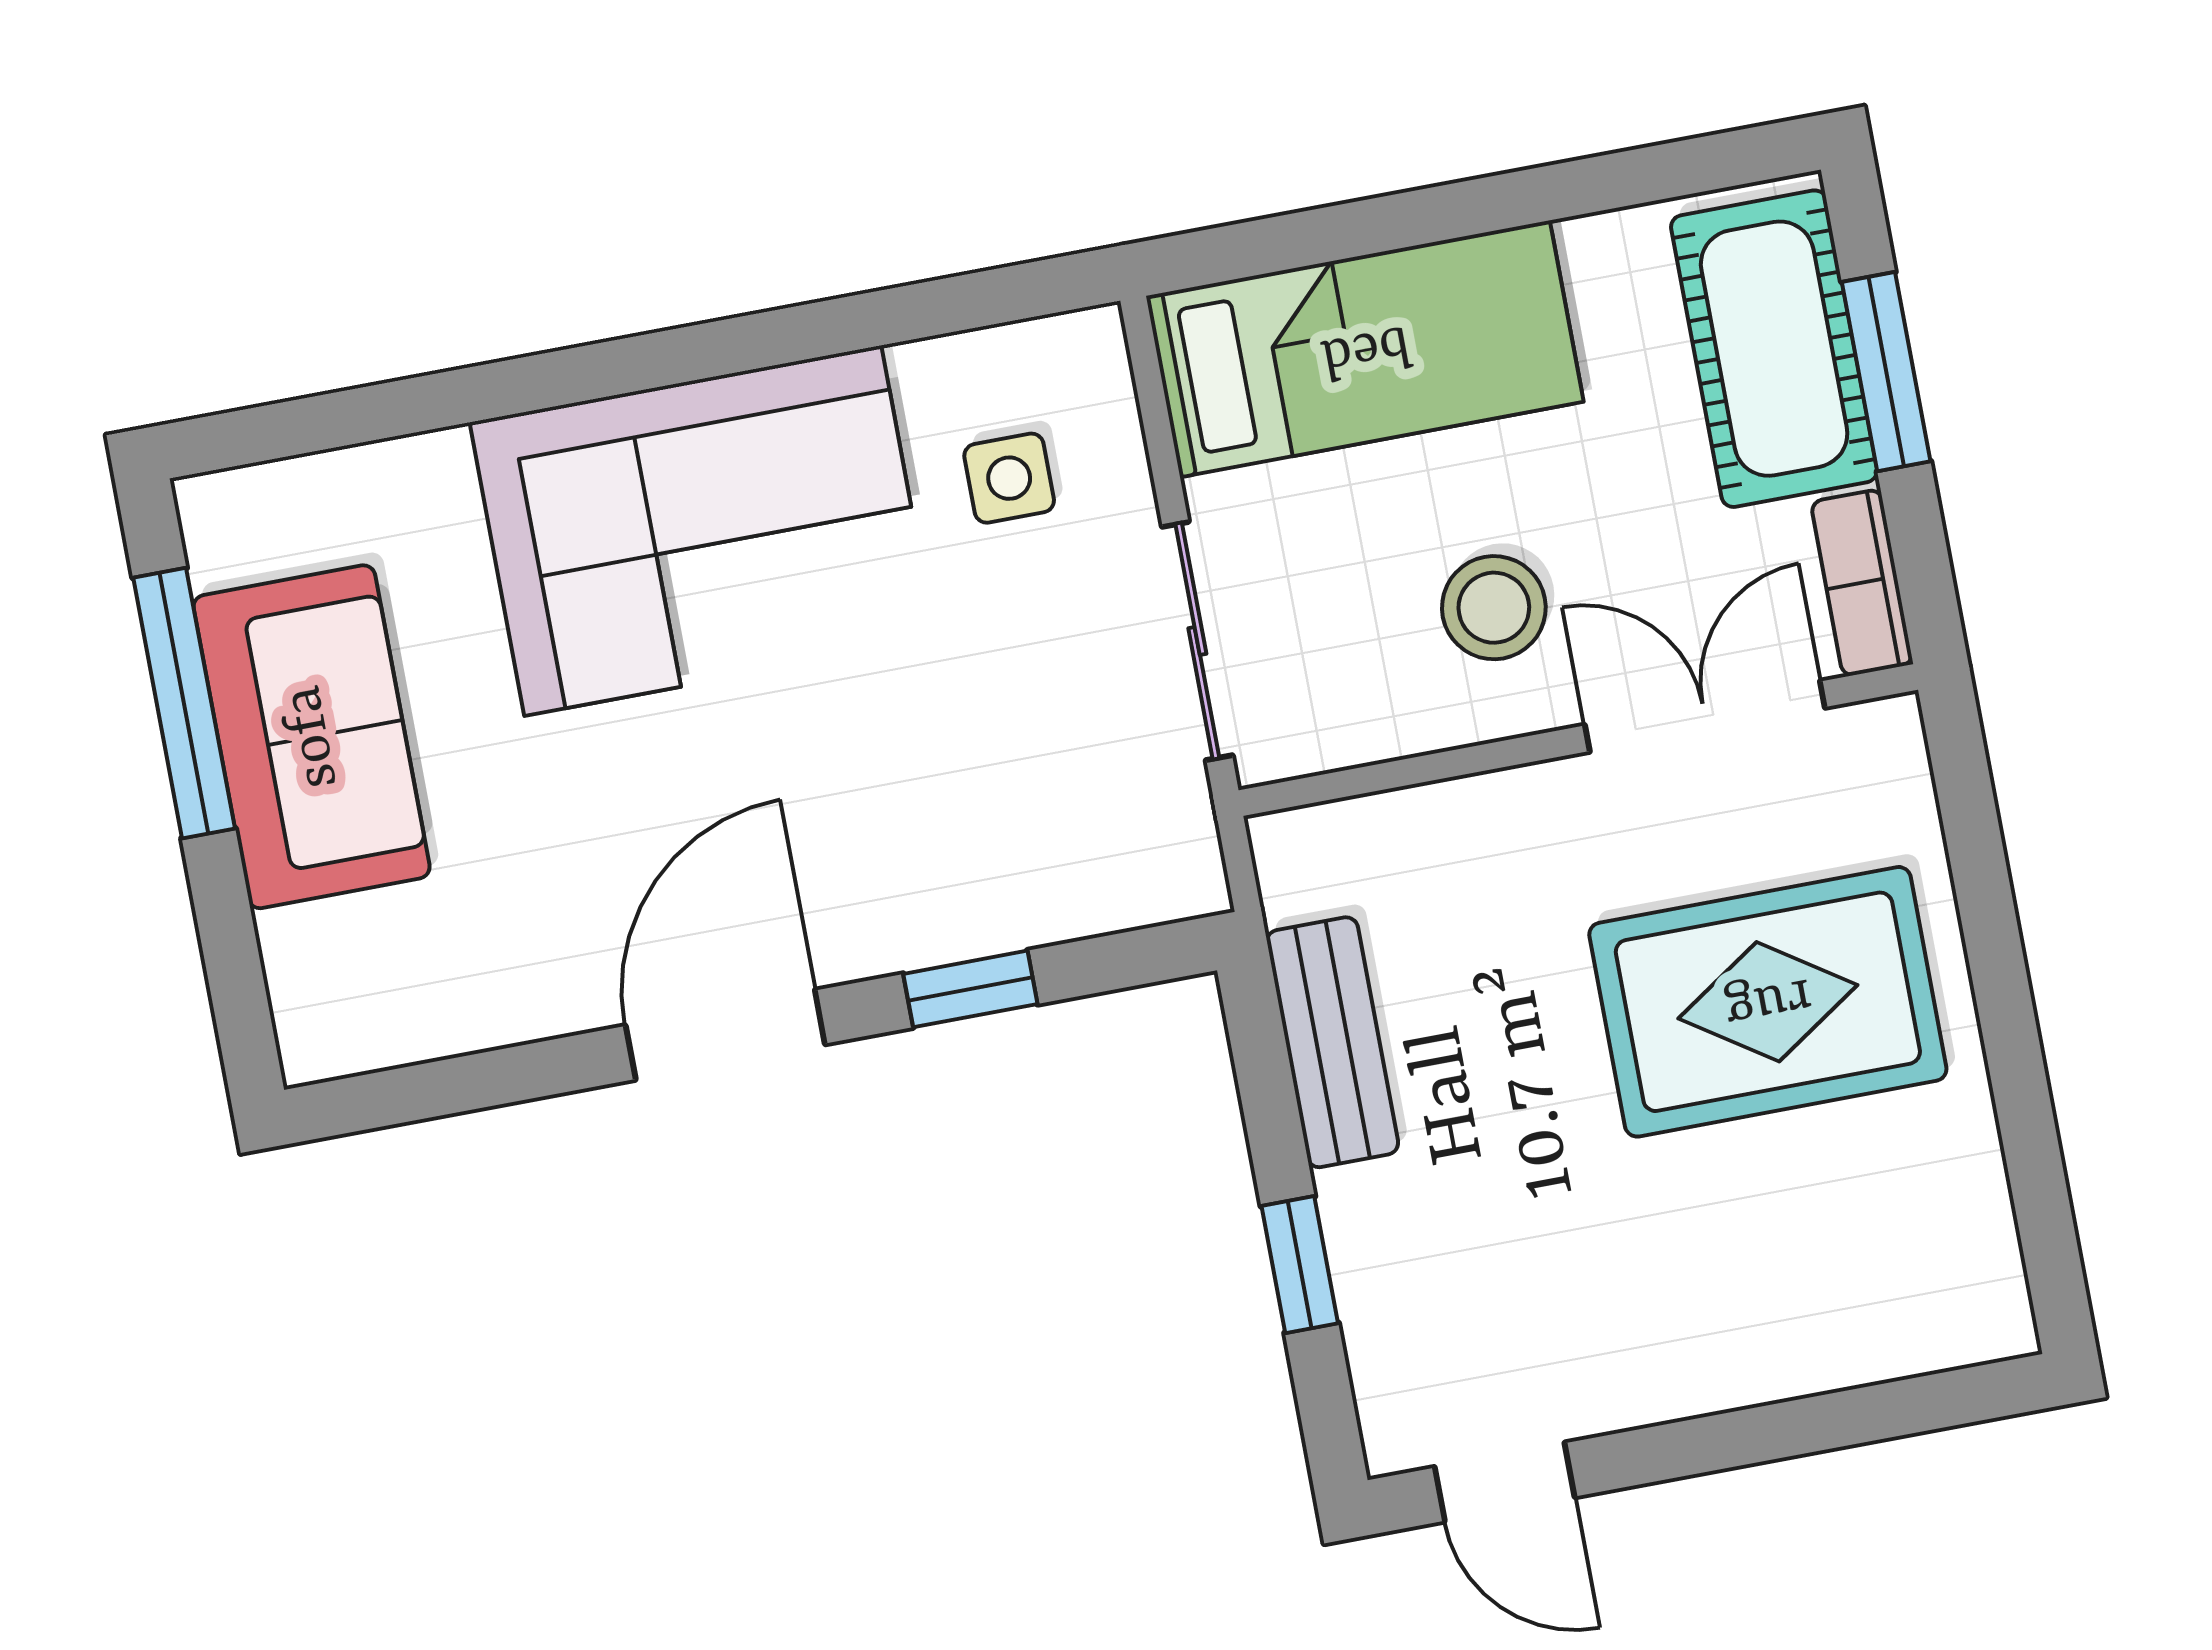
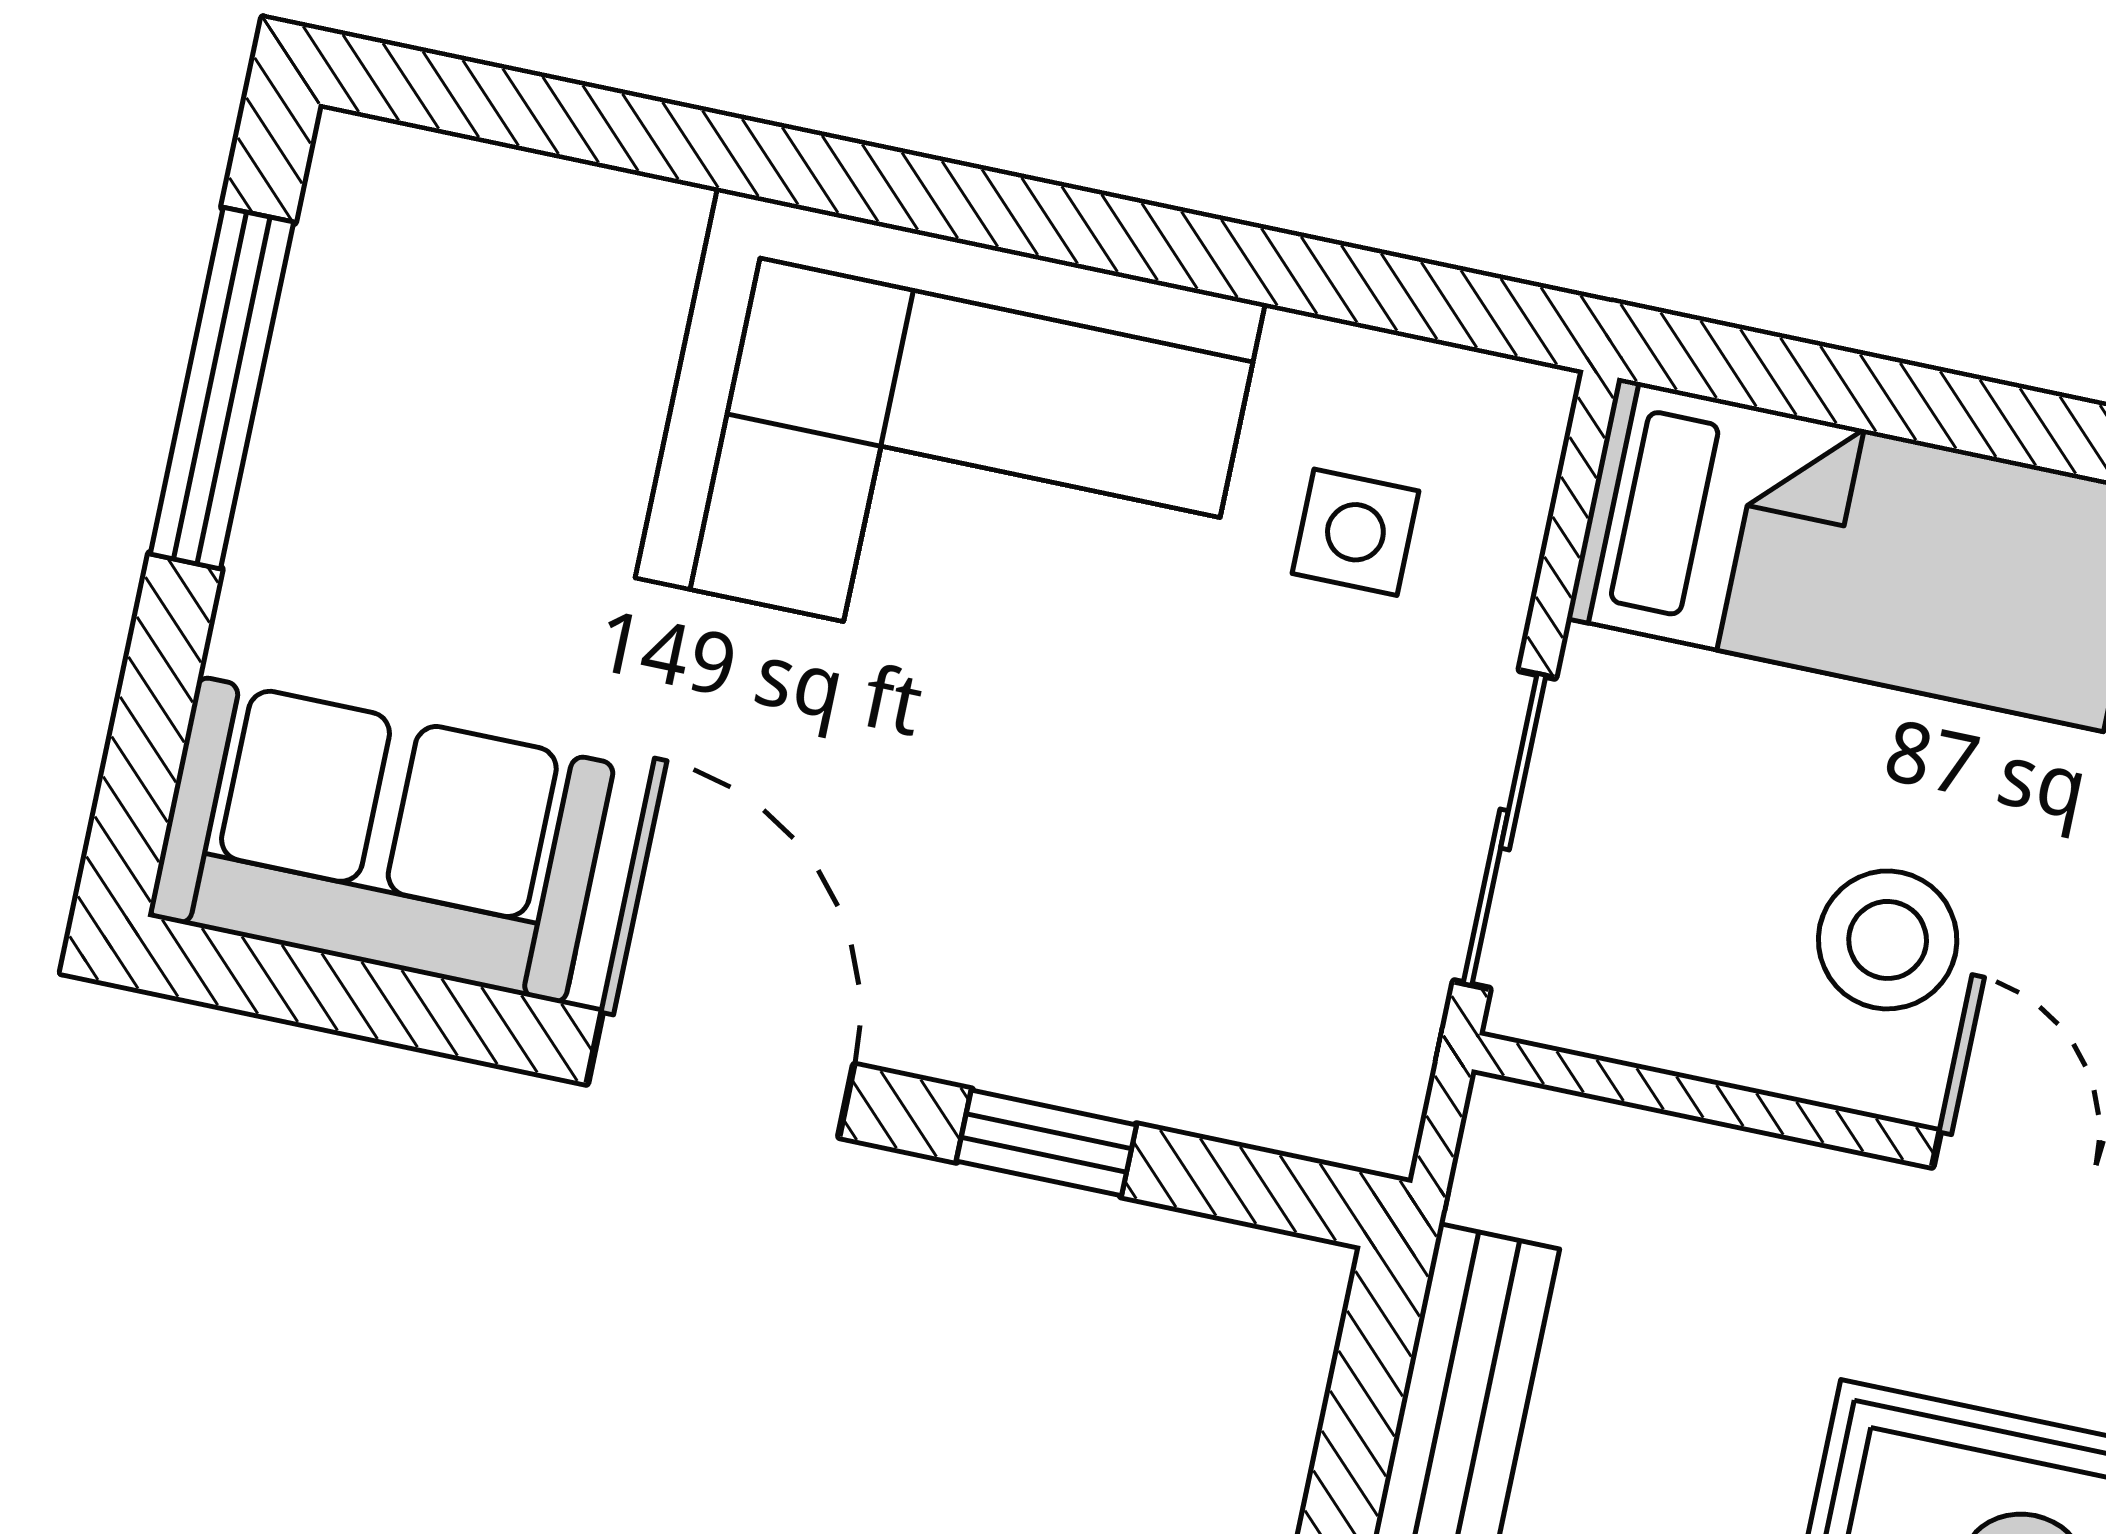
sofa: (312, 737) -> (381, 840), moved, turned -90
door: (725, 1035) -> (720, 1074), hinge flipped

